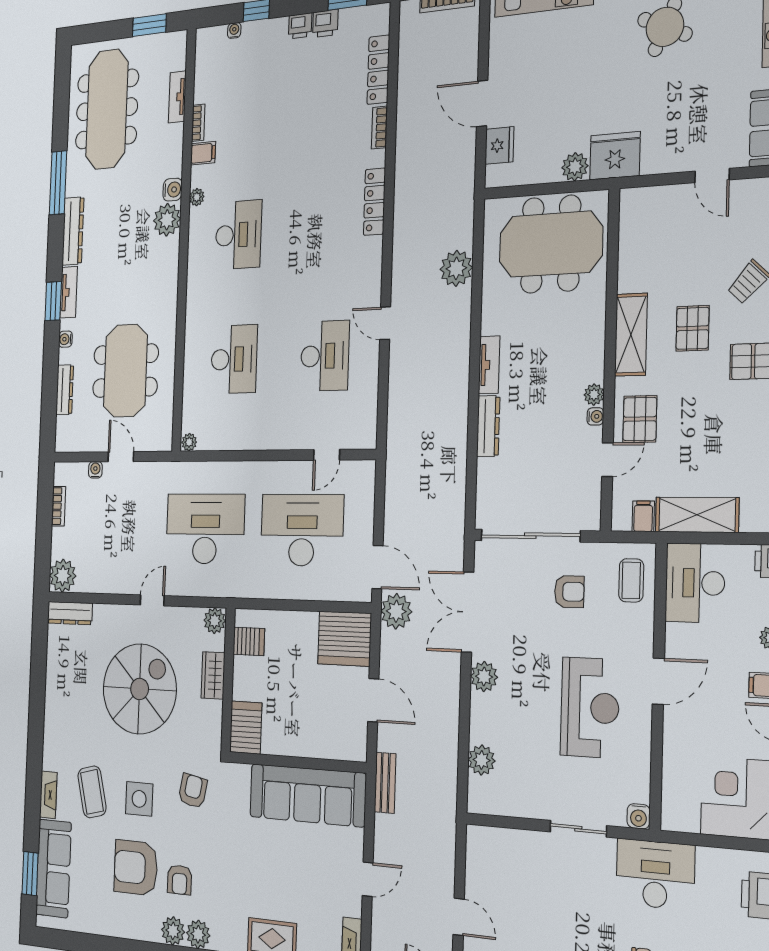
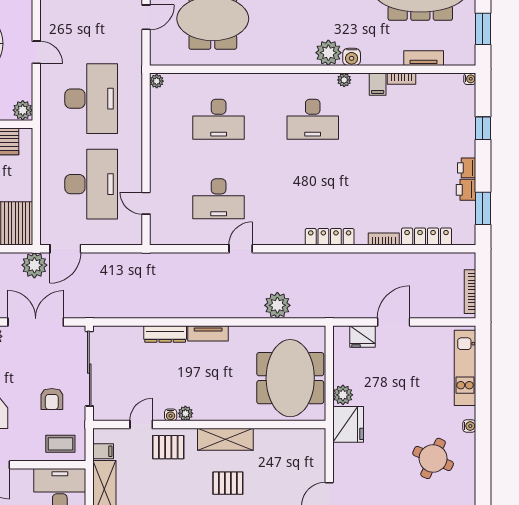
water cooler: (234, 31) -> (470, 79), moved
door: (607, 460) -> (141, 425), swing flipped

